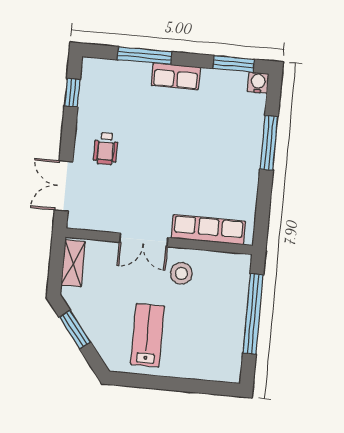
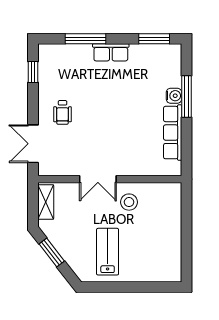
water cooler: (258, 83) -> (174, 96), moved, turned 90
row of seats: (208, 230) -> (173, 133), moved, turned -90
window: (253, 314) -> (187, 228), removed

